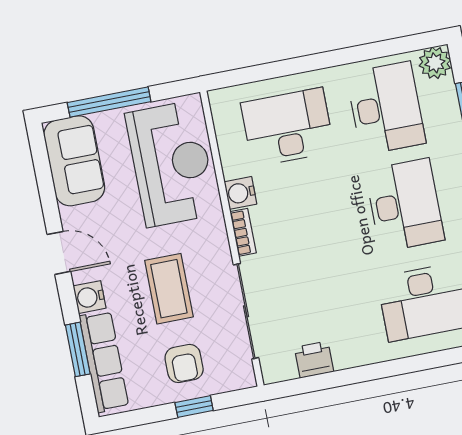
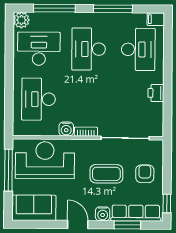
window: (109, 102) -> (8, 170), moved
desk: (405, 205) -> (89, 49), turned -90
door: (59, 253) -> (78, 225), hinge flipped
printer: (314, 360) -> (156, 93), moved
armchair: (184, 363) -> (145, 174), turned -90
window: (194, 406) -> (167, 203), moved

